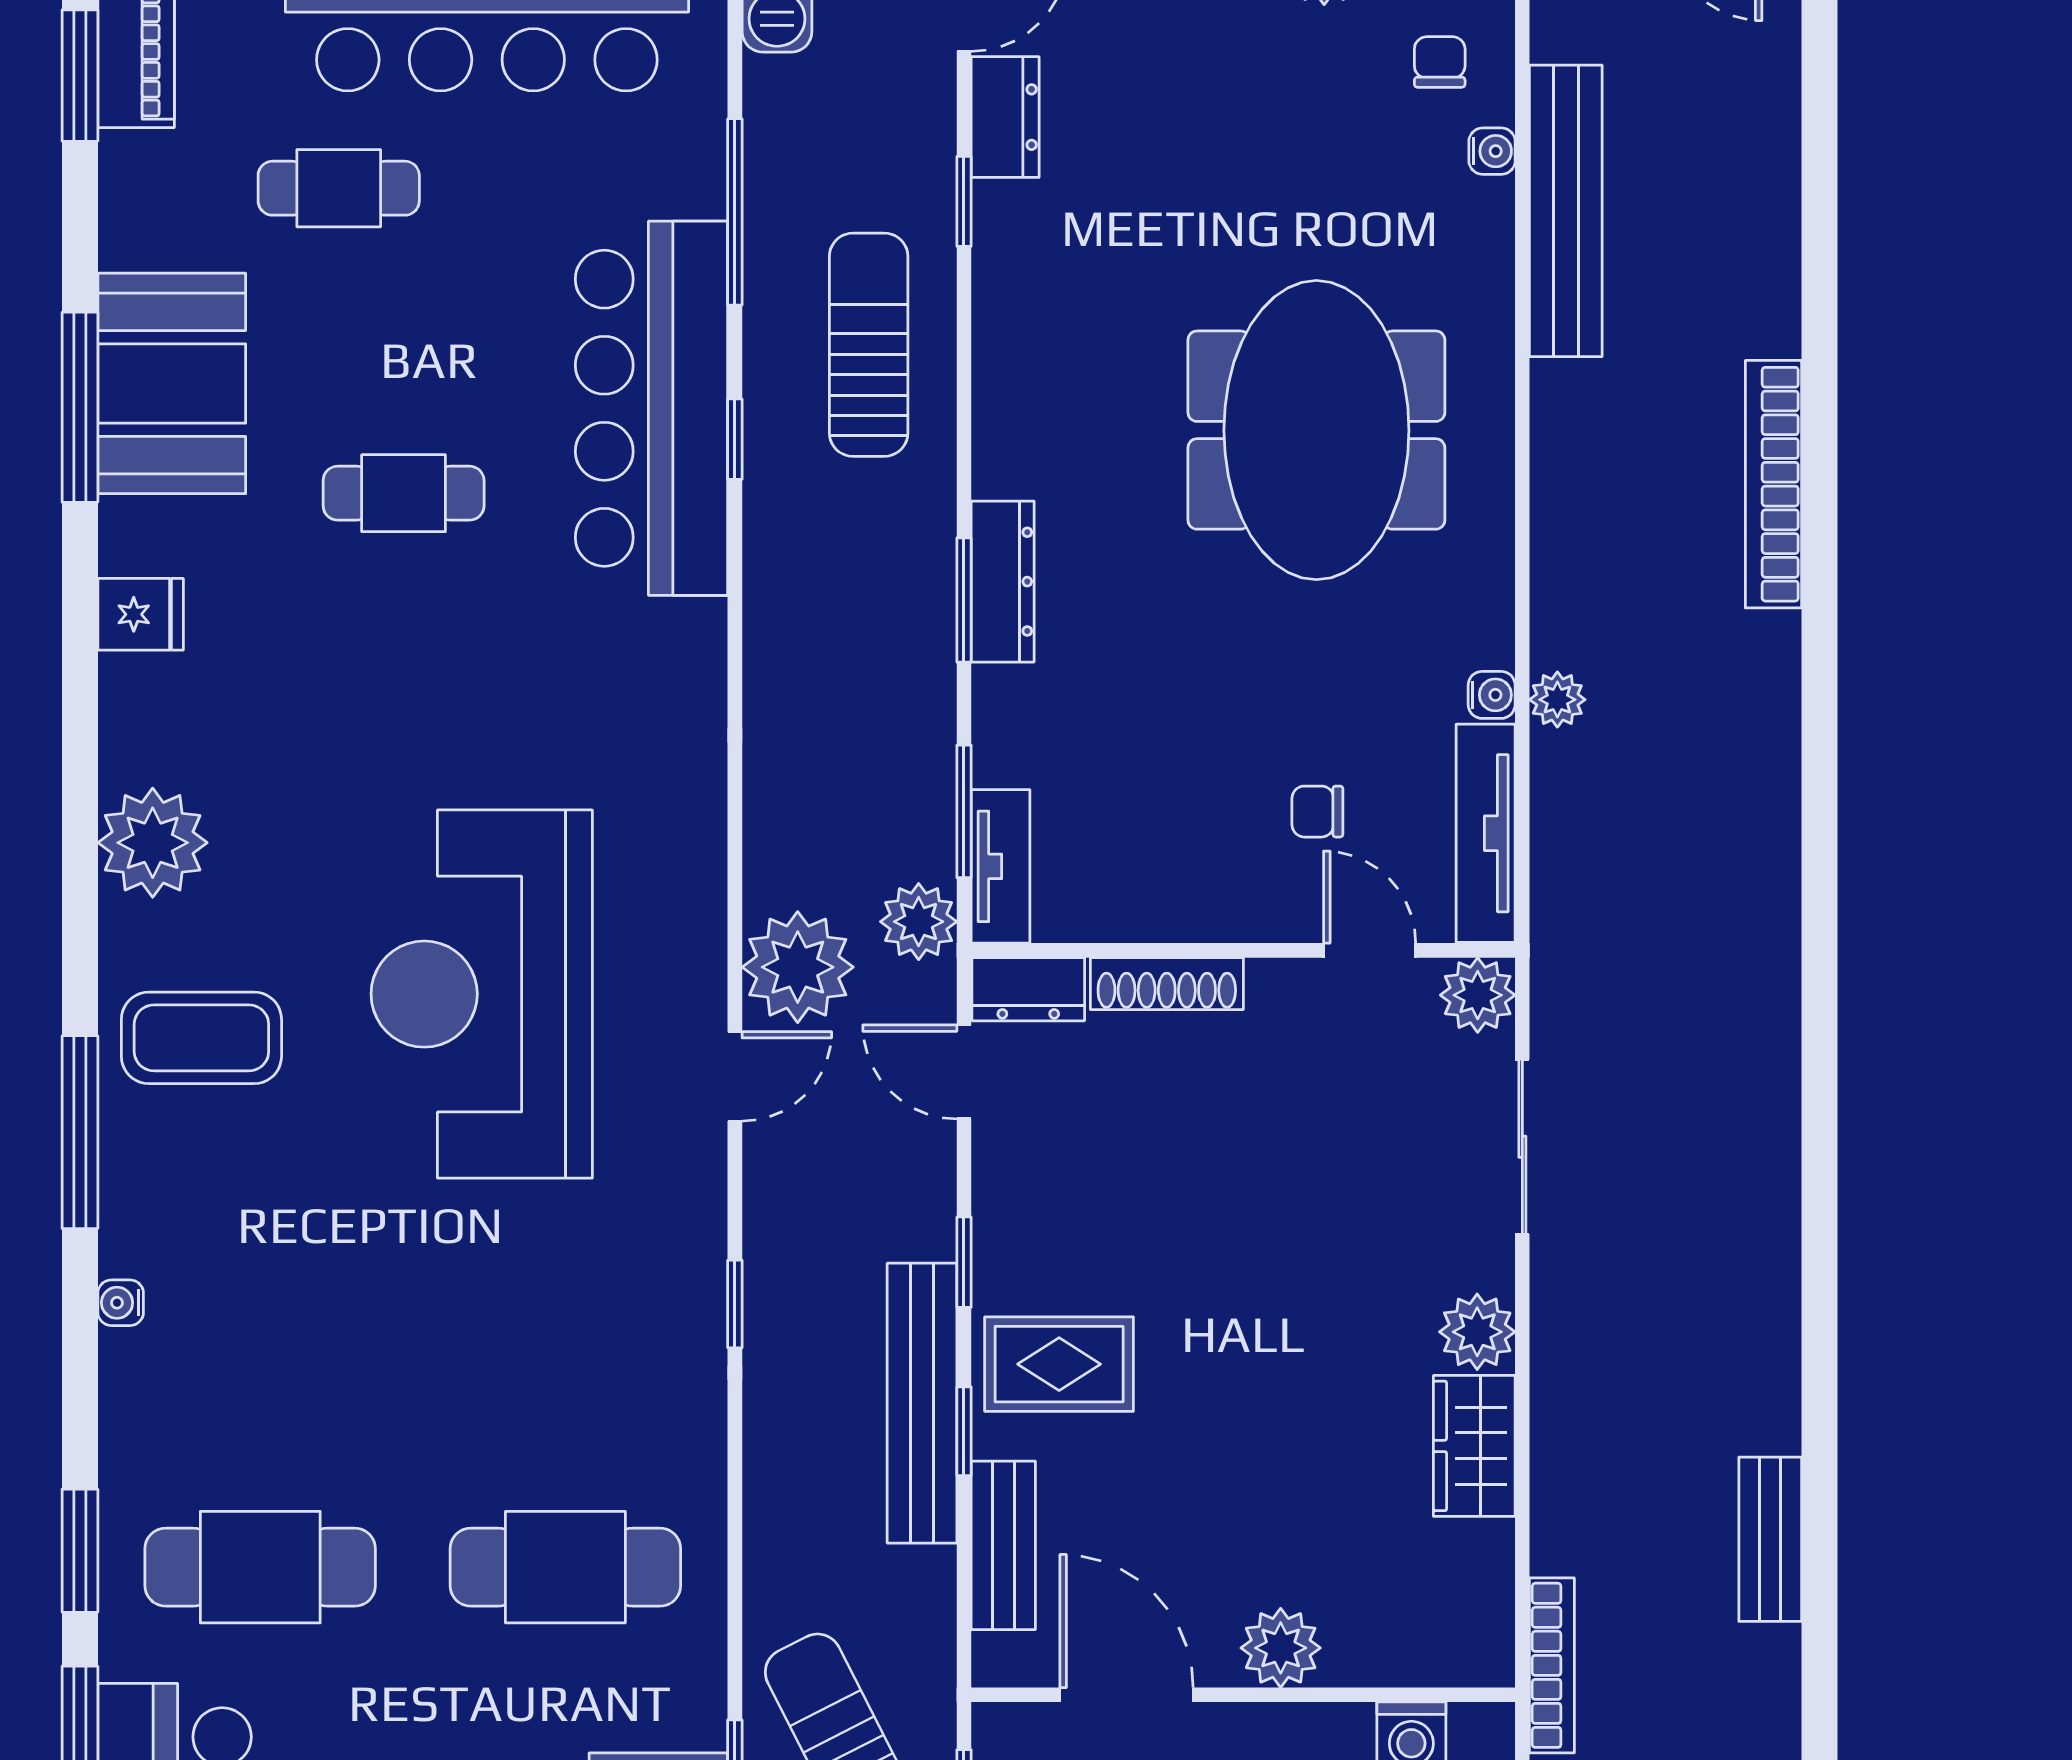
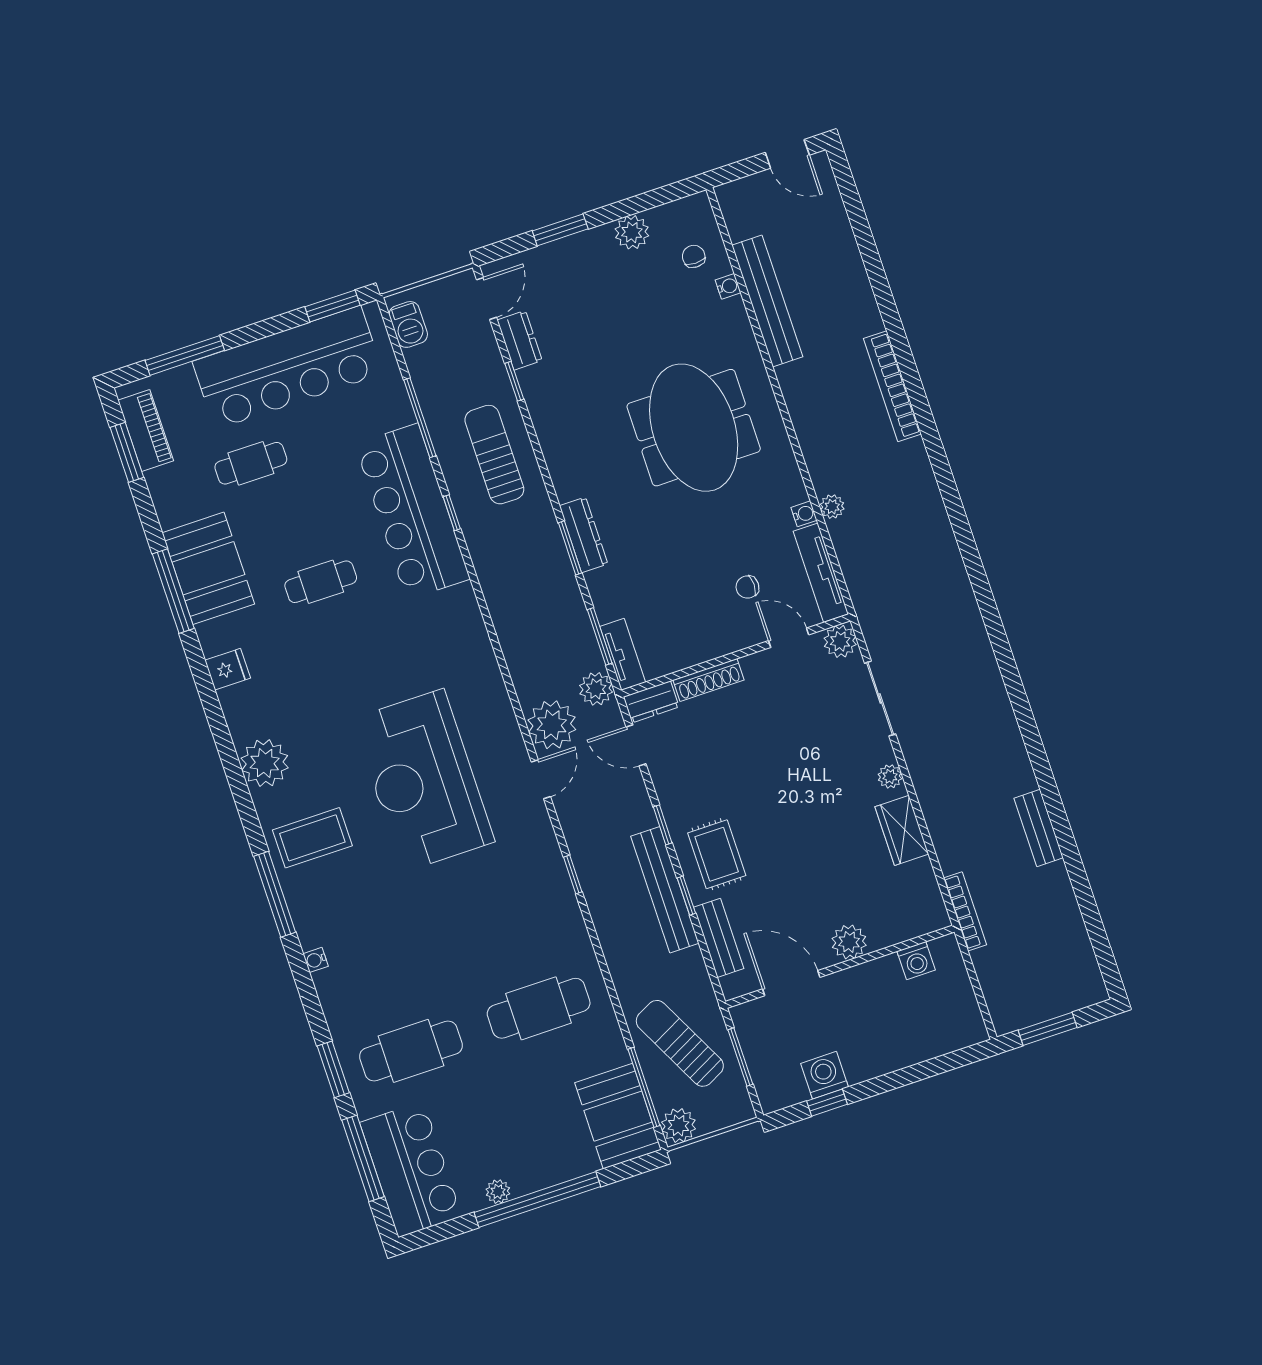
plant: (1477, 1332) -> (890, 776), width x0.73, depth x0.73
rug: (1059, 1364) -> (717, 854), turned 90

